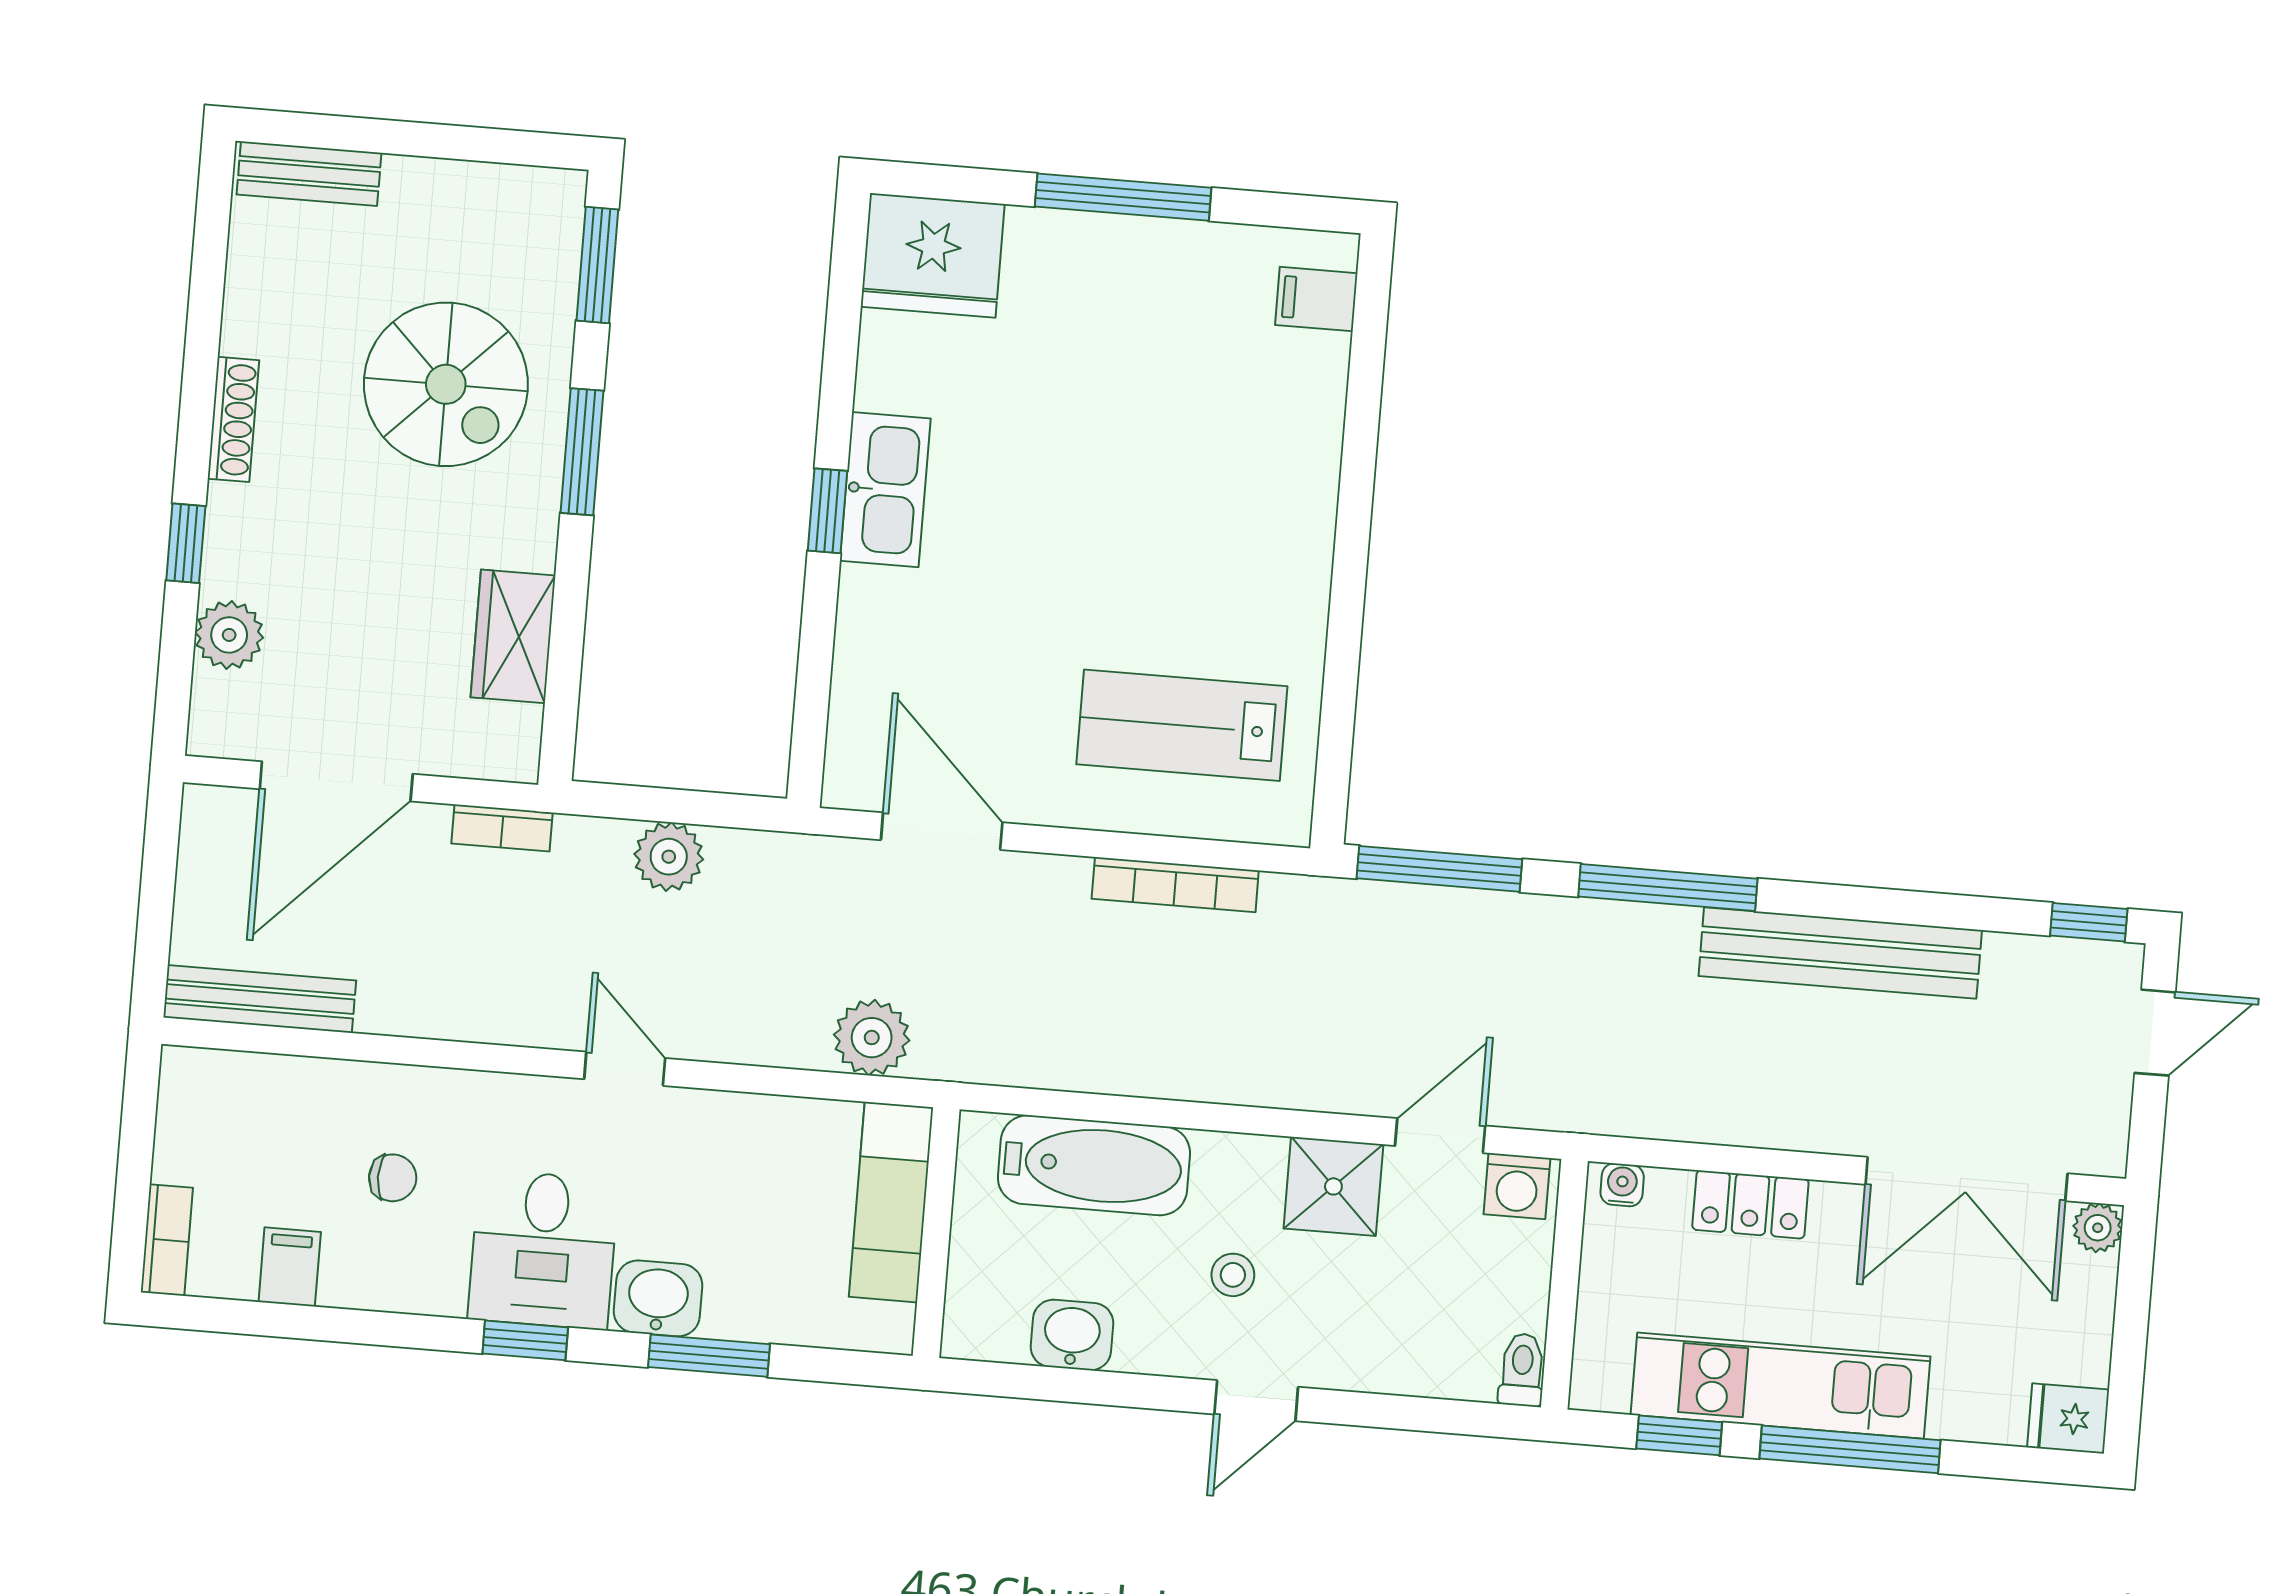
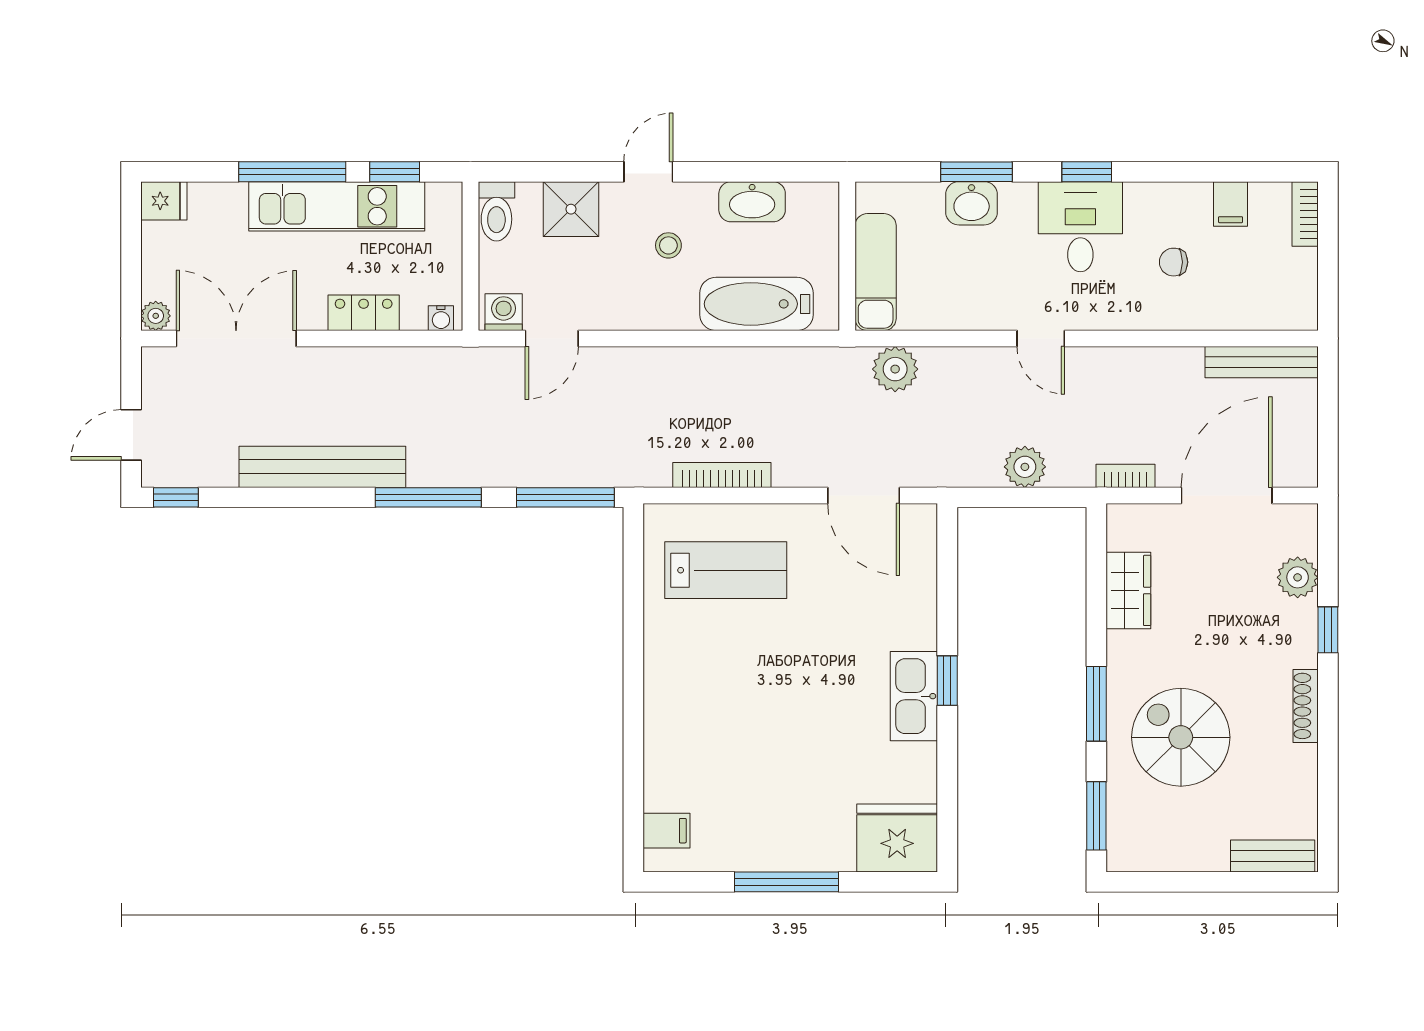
shower: (1333, 1186) -> (571, 209), moved
washbasin: (658, 1298) -> (972, 203), moved
washbasin: (1072, 1335) -> (752, 202), width x1.38
toilet: (1522, 1370) -> (496, 211), width x1.37, depth x1.39

